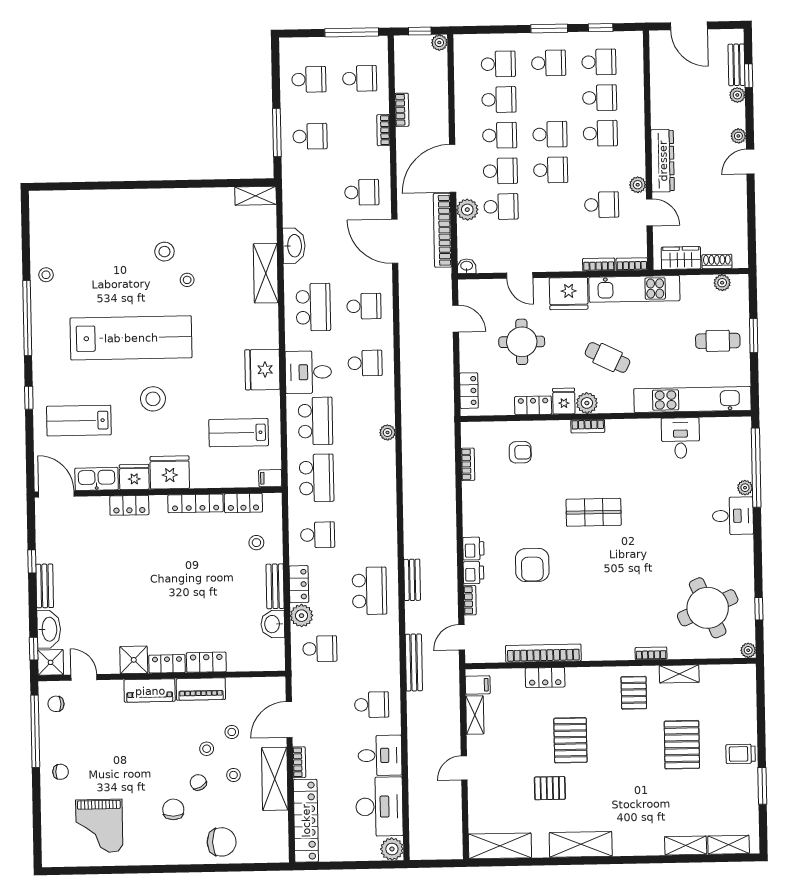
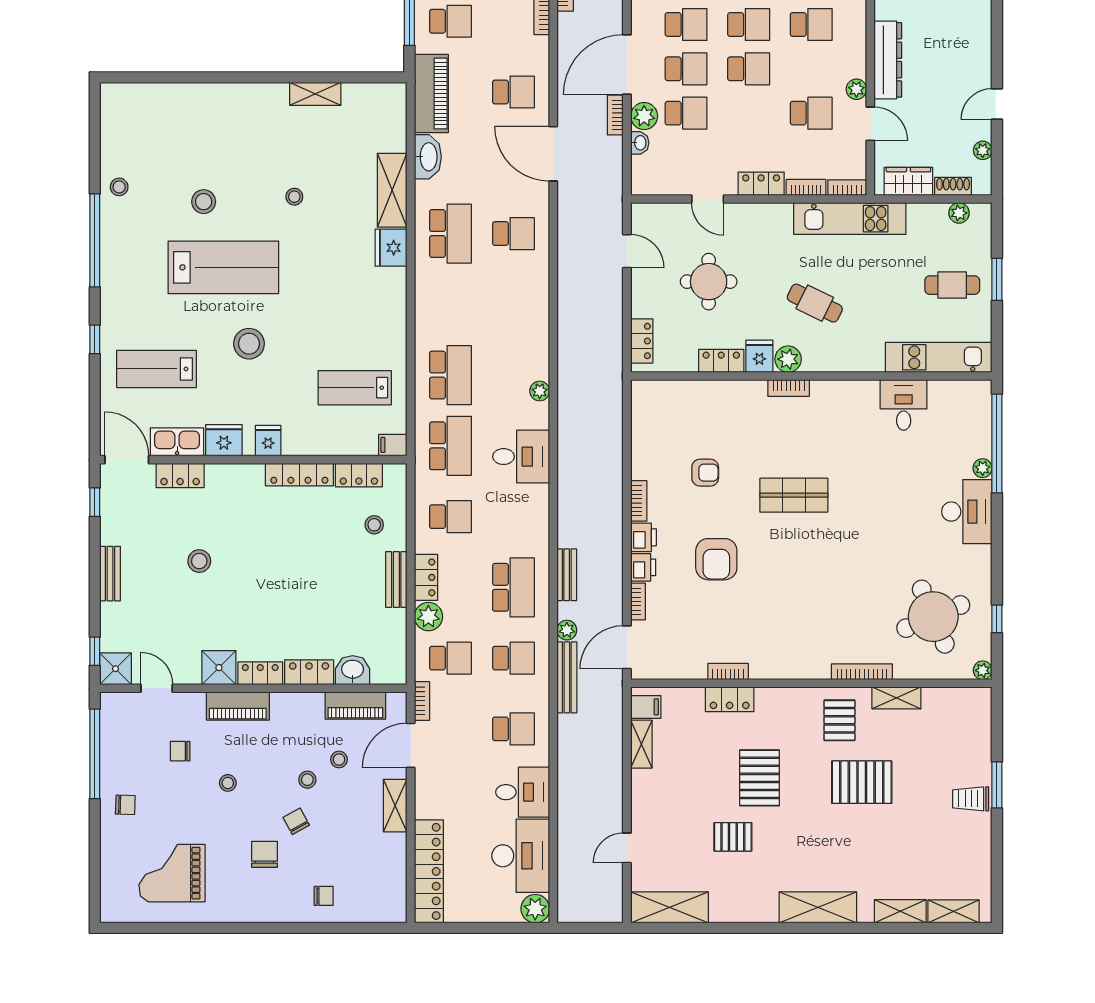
plant: (738, 136) -> (983, 150), moved
door: (750, 162) -> (997, 104), moved
piano: (296, 195) -> (431, 94), added
shelving: (256, 196) -> (315, 94), moved
bookcase: (442, 230) -> (615, 115), width x0.43, depth x0.76
stool: (164, 252) -> (204, 202), moved
locker: (562, 262) -> (761, 184), added
washbasin: (467, 266) -> (640, 143), moved, turned 90
fridge: (569, 294) -> (768, 223), removed
lab bench: (131, 338) -> (223, 267), width x0.73
school desk: (365, 363) -> (513, 658), moved
fridge: (262, 370) -> (391, 248), moved, width x0.73, depth x0.75
desk: (308, 372) -> (521, 457), moved, turned 180
kitchen unit: (692, 399) -> (939, 357), width x0.73
armchair: (520, 452) -> (705, 473), moved
bookcase: (468, 464) -> (639, 501), moved
fridge: (170, 472) -> (268, 441), width x0.53, depth x0.75
locker: (129, 505) -> (180, 475), moved
desk: (733, 516) -> (967, 512), width x1.37
window: (32, 561) -> (95, 502), moved
stool: (116, 574) -> (199, 561), added
washbasin: (273, 624) -> (353, 670), moved, turned 90
plant: (413, 624) -> (567, 630), added
washbasin: (49, 629) -> (114, 627), removed
door: (462, 637) -> (627, 647), width x1.38
bookcase: (543, 653) -> (728, 672), width x0.43, depth x0.76
bookcase: (651, 653) -> (862, 672), width x1.56
piano: (201, 689) -> (355, 705), moved
chair: (56, 704) -> (180, 751), moved
pallet: (682, 745) -> (862, 782), moved, turned 90
bookcase: (299, 762) -> (422, 701), moved
door: (464, 768) -> (627, 848), moved
stool: (233, 775) -> (228, 783), moved
shelving: (275, 779) -> (395, 806), width x0.67, depth x0.75
window: (762, 786) -> (997, 785), moved
grand piano: (99, 826) -> (172, 873), turned 90
chair: (222, 842) -> (324, 896), width x0.54, depth x0.54
shelving: (581, 844) -> (818, 907), moved

